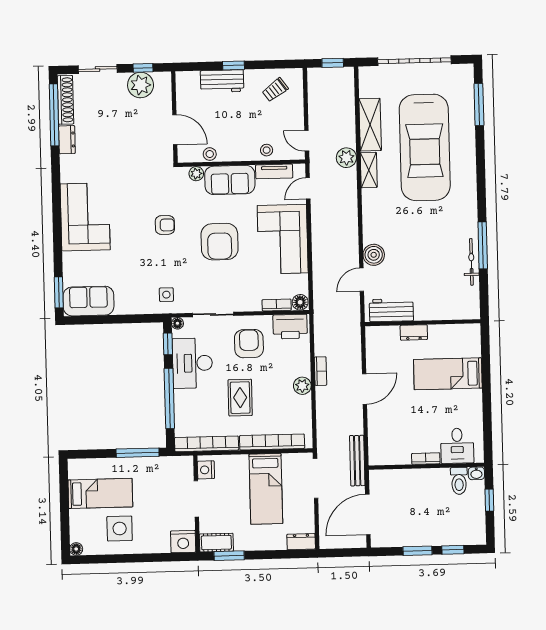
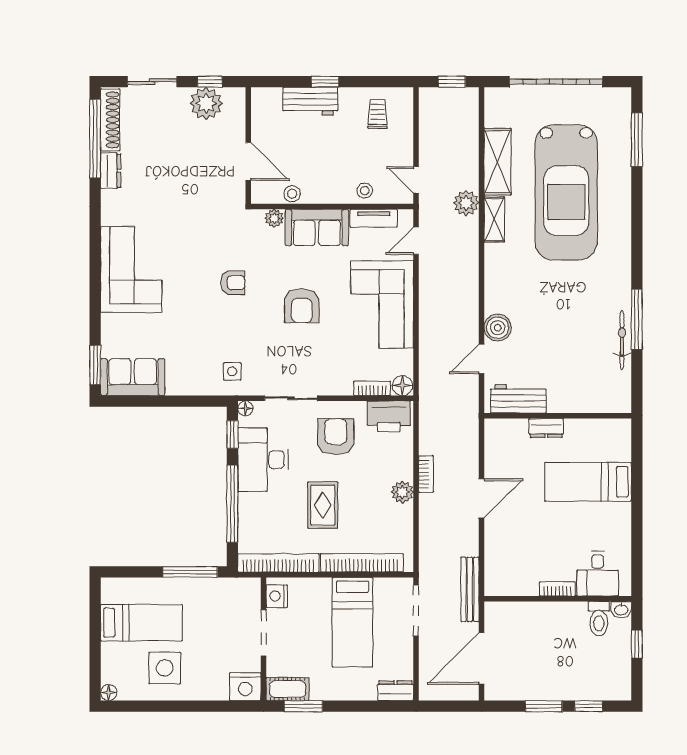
trolley: (275, 90) -> (378, 114), turned 126
armchair: (220, 242) -> (302, 306), width x0.73, depth x0.73

